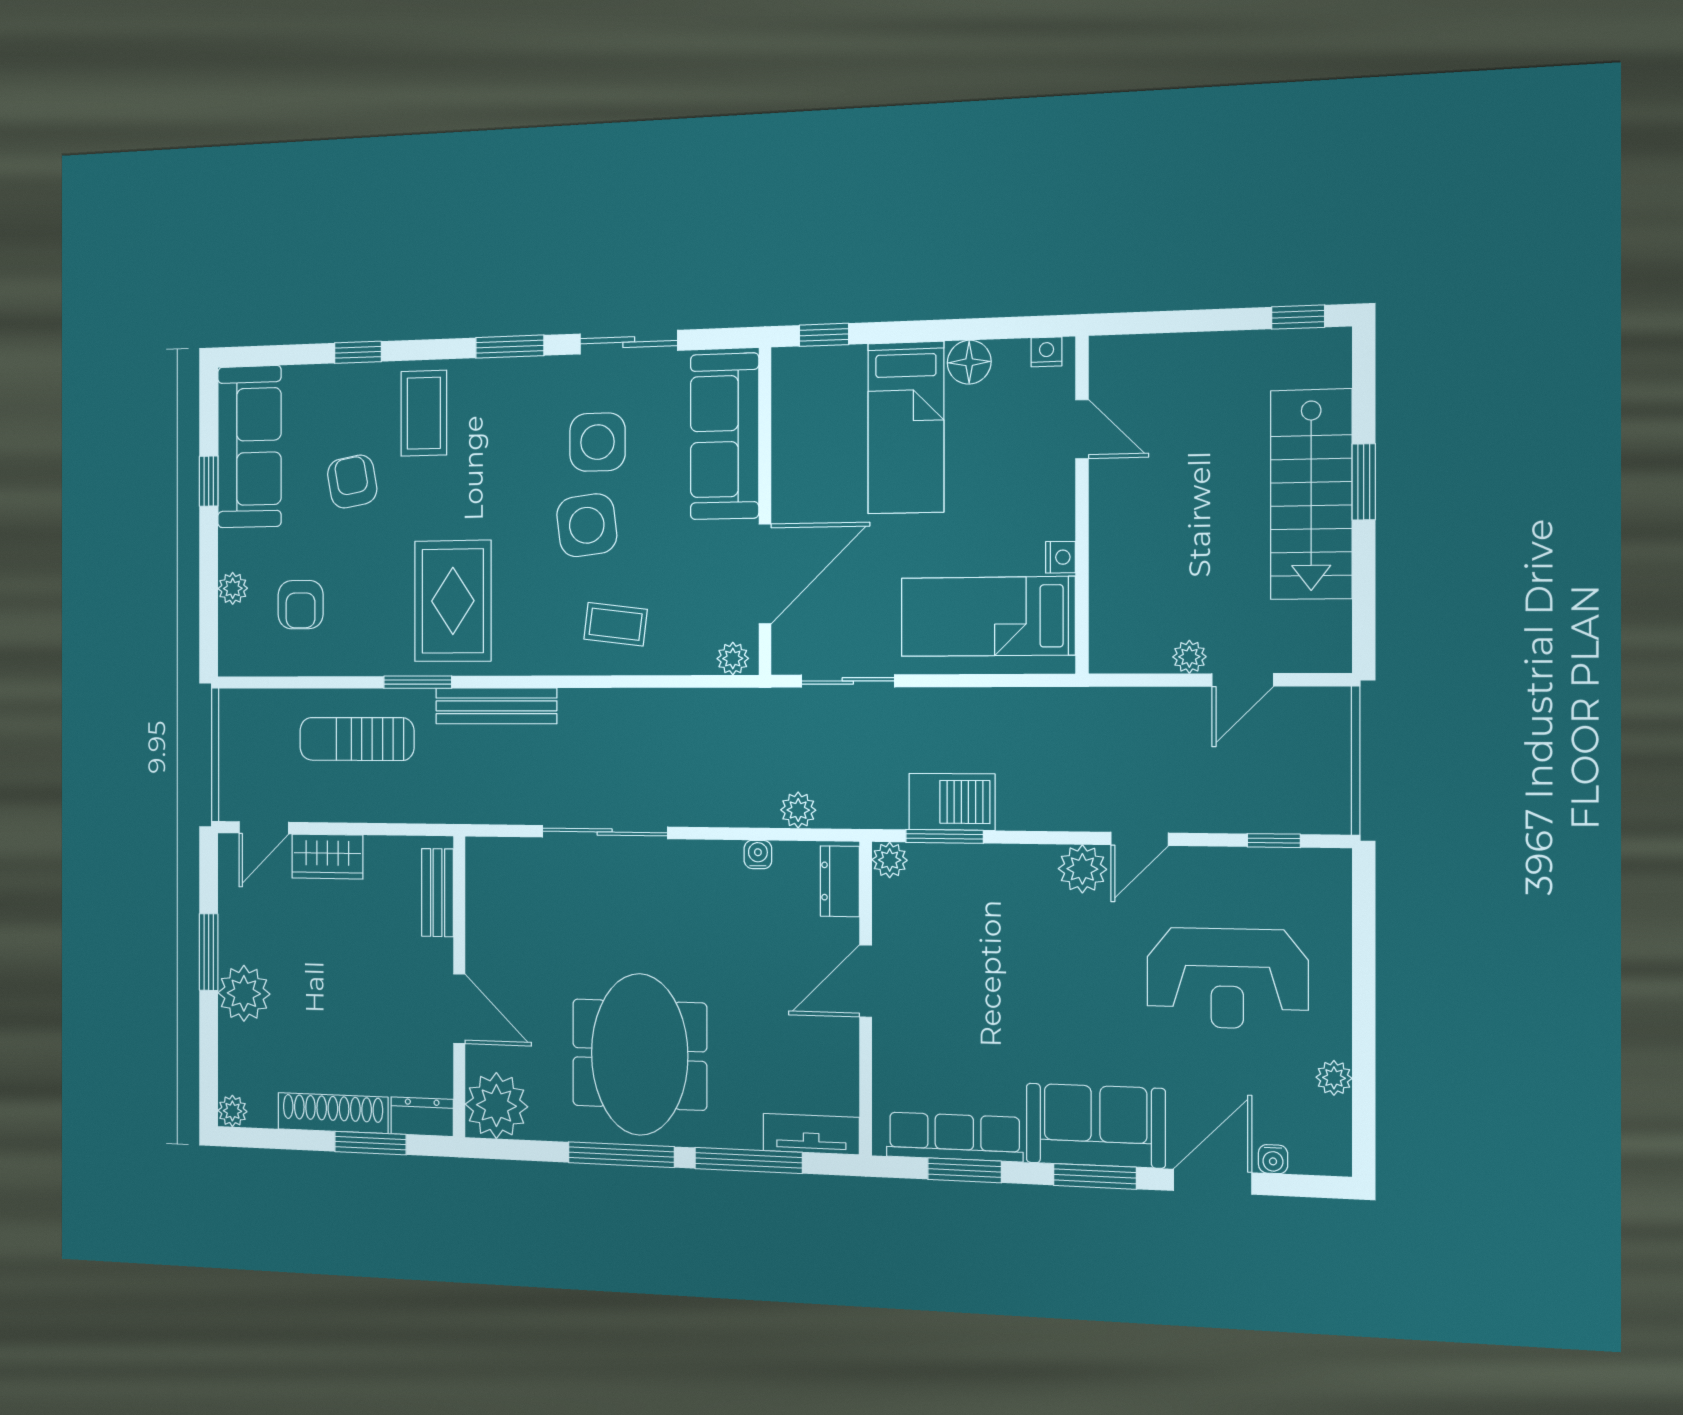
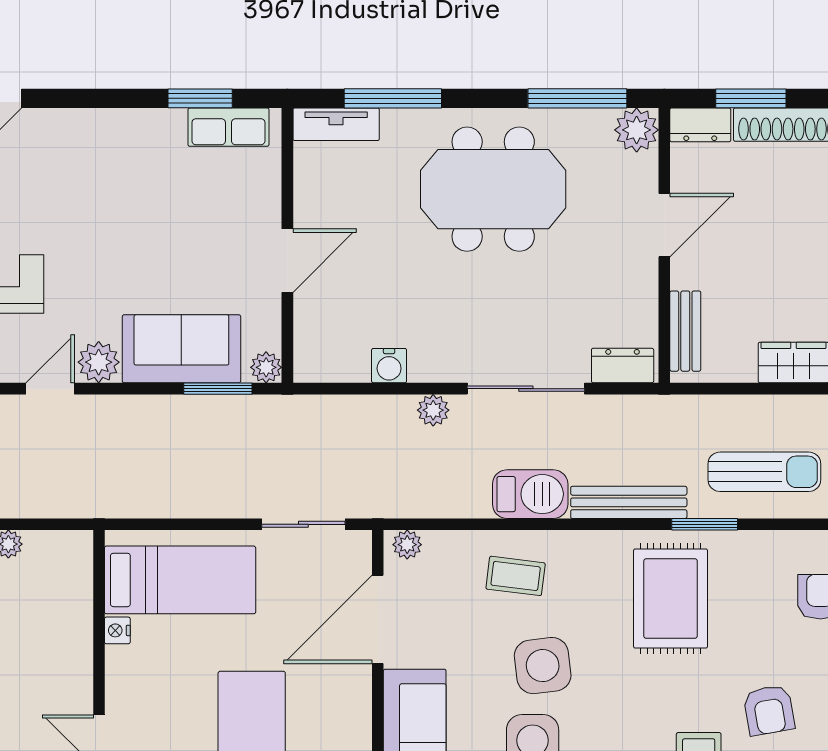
barbecue: (952, 802) -> (530, 494), moved, turned 180
plant: (798, 810) -> (433, 410), moved
water cooler: (758, 854) -> (389, 366), width x1.38, depth x1.38
dresser: (840, 881) -> (623, 366), moved, turned -90
door: (459, 1009) -> (664, 225), swing flipped
meeting table: (640, 1054) -> (493, 189), turned 90
plant: (496, 1105) -> (637, 130), width x0.73, depth x0.73
sofa: (1096, 1126) -> (181, 349), moved, turned 180
row of seats: (954, 1137) -> (228, 127), width x0.68
window: (621, 1155) -> (577, 98), moved
window: (1095, 1176) -> (88, 98), removed

